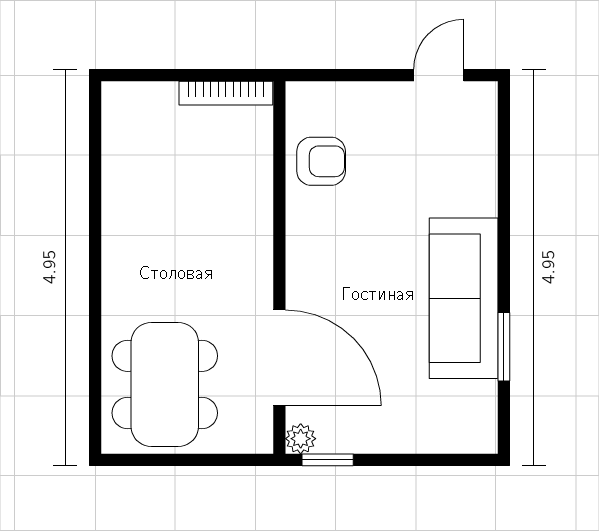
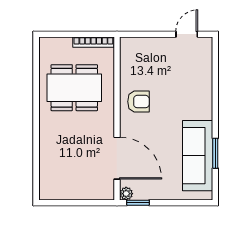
armchair: (321, 161) -> (138, 102), moved
sofa: (464, 298) -> (198, 156), moved
dining table: (165, 384) -> (74, 88), moved, turned 90

